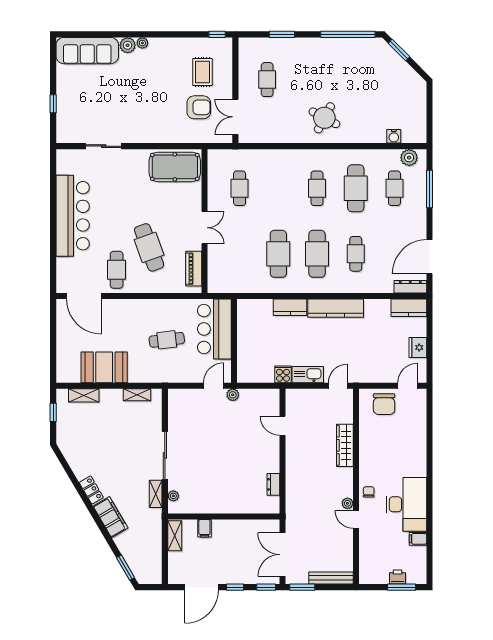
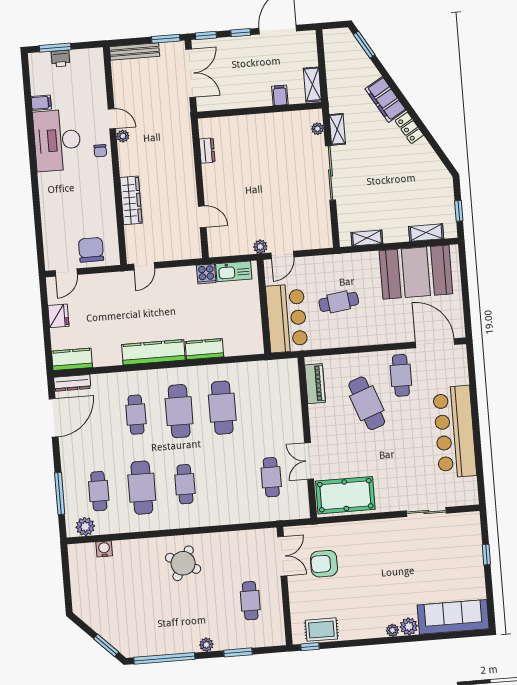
plant: (309, 44) -> (206, 645), added
rug: (202, 72) -> (321, 630), moved, turned 90
double door: (205, 228) -> (309, 461), moved
booth: (104, 367) -> (416, 272), width x1.36, depth x1.42
kitchen sink: (308, 375) -> (234, 271), moved

